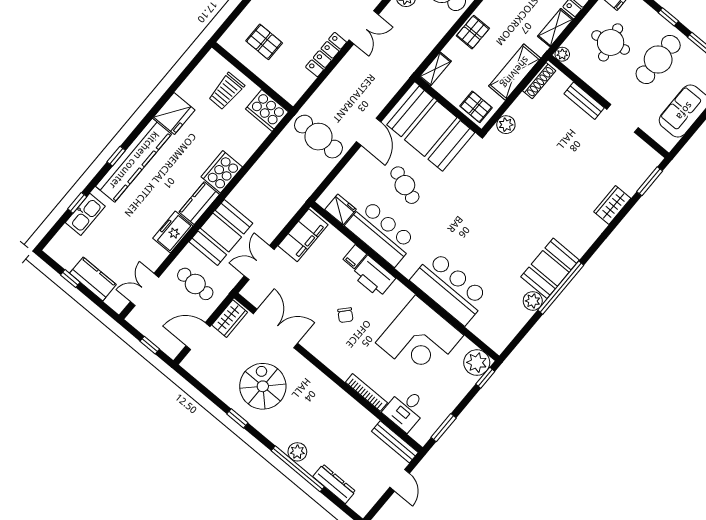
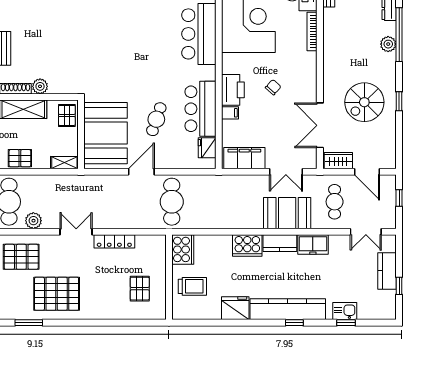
plant: (506, 125) -> (40, 86), moved
kitchen sink: (85, 214) -> (345, 311), width x0.73

